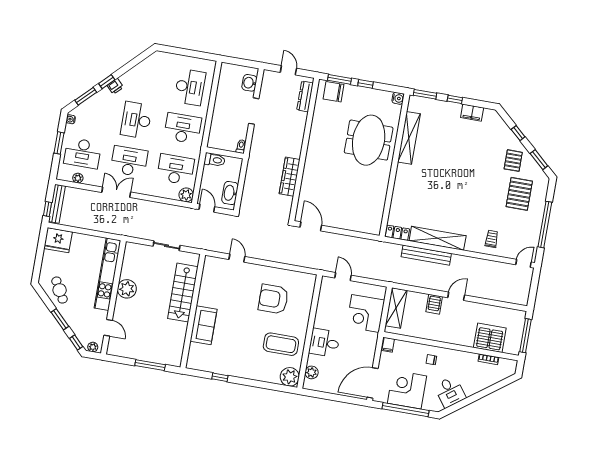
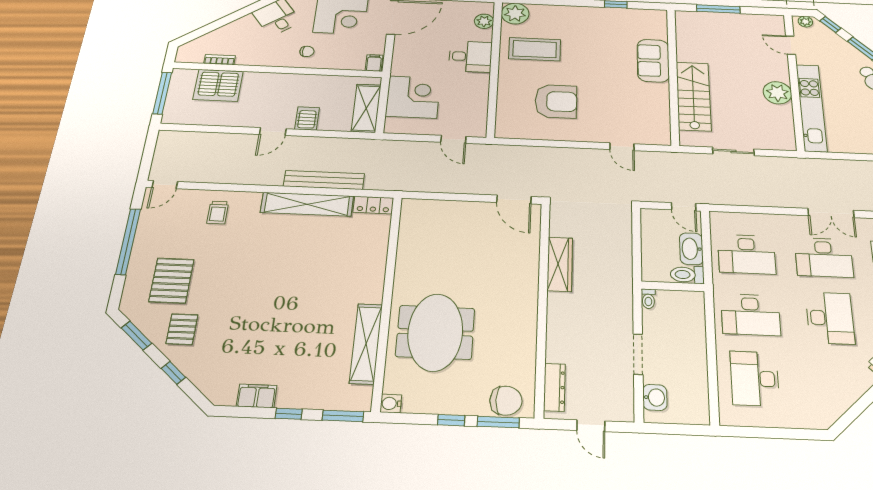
washbasin: (230, 193) -> (691, 249), moved, turned 180
plant: (186, 195) -> (721, 221), removed

